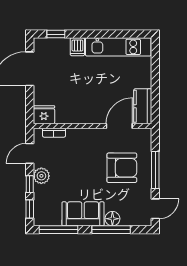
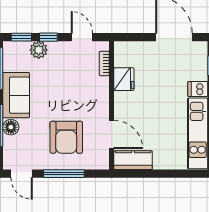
fridge: (44, 115) -> (124, 79), moved
plant: (41, 176) -> (39, 50), moved

